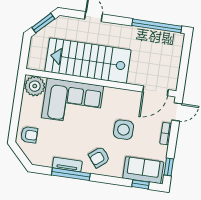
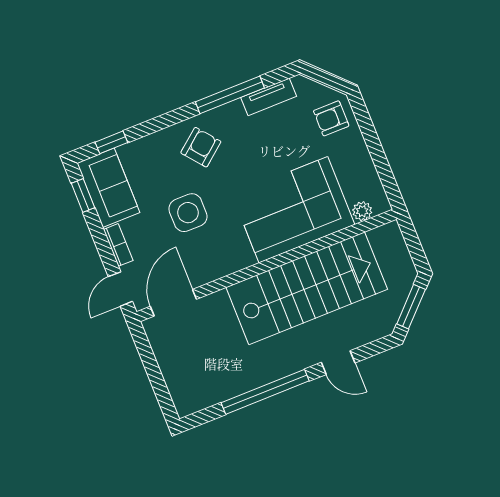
window: (157, 26) -> (265, 392), moved
plant: (35, 86) -> (362, 211), width x0.53, depth x0.53
tv unit: (67, 165) -> (269, 97), moved
sofa: (143, 170) -> (108, 188), moved, turned -90

